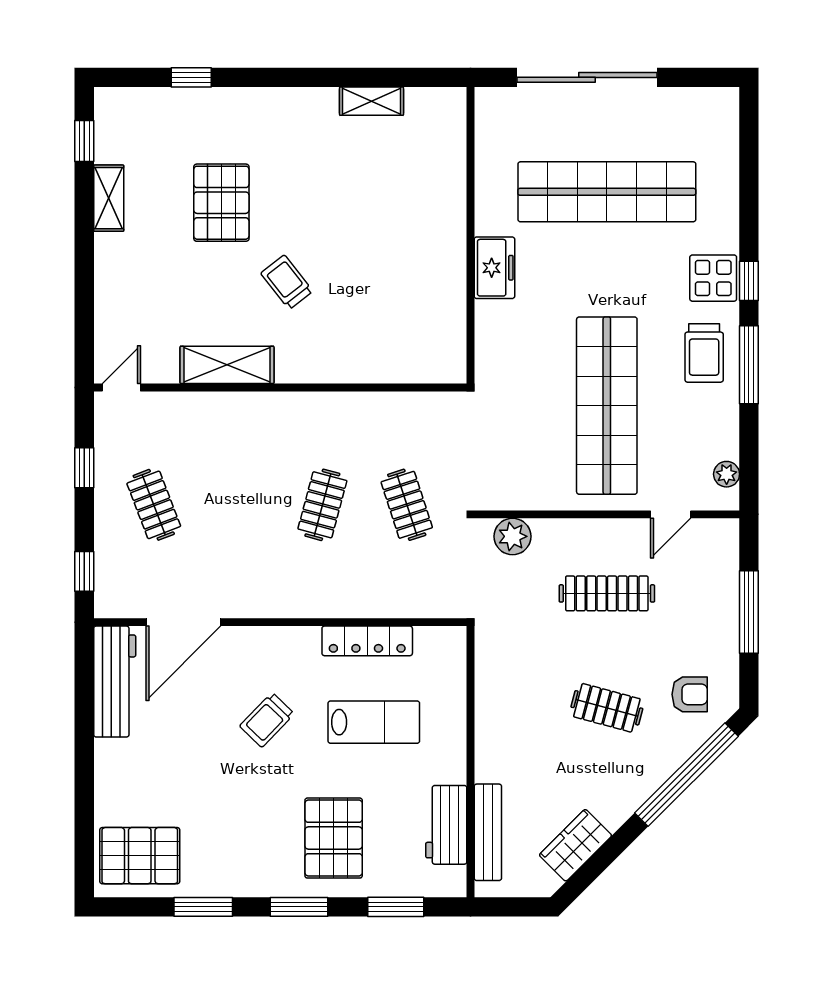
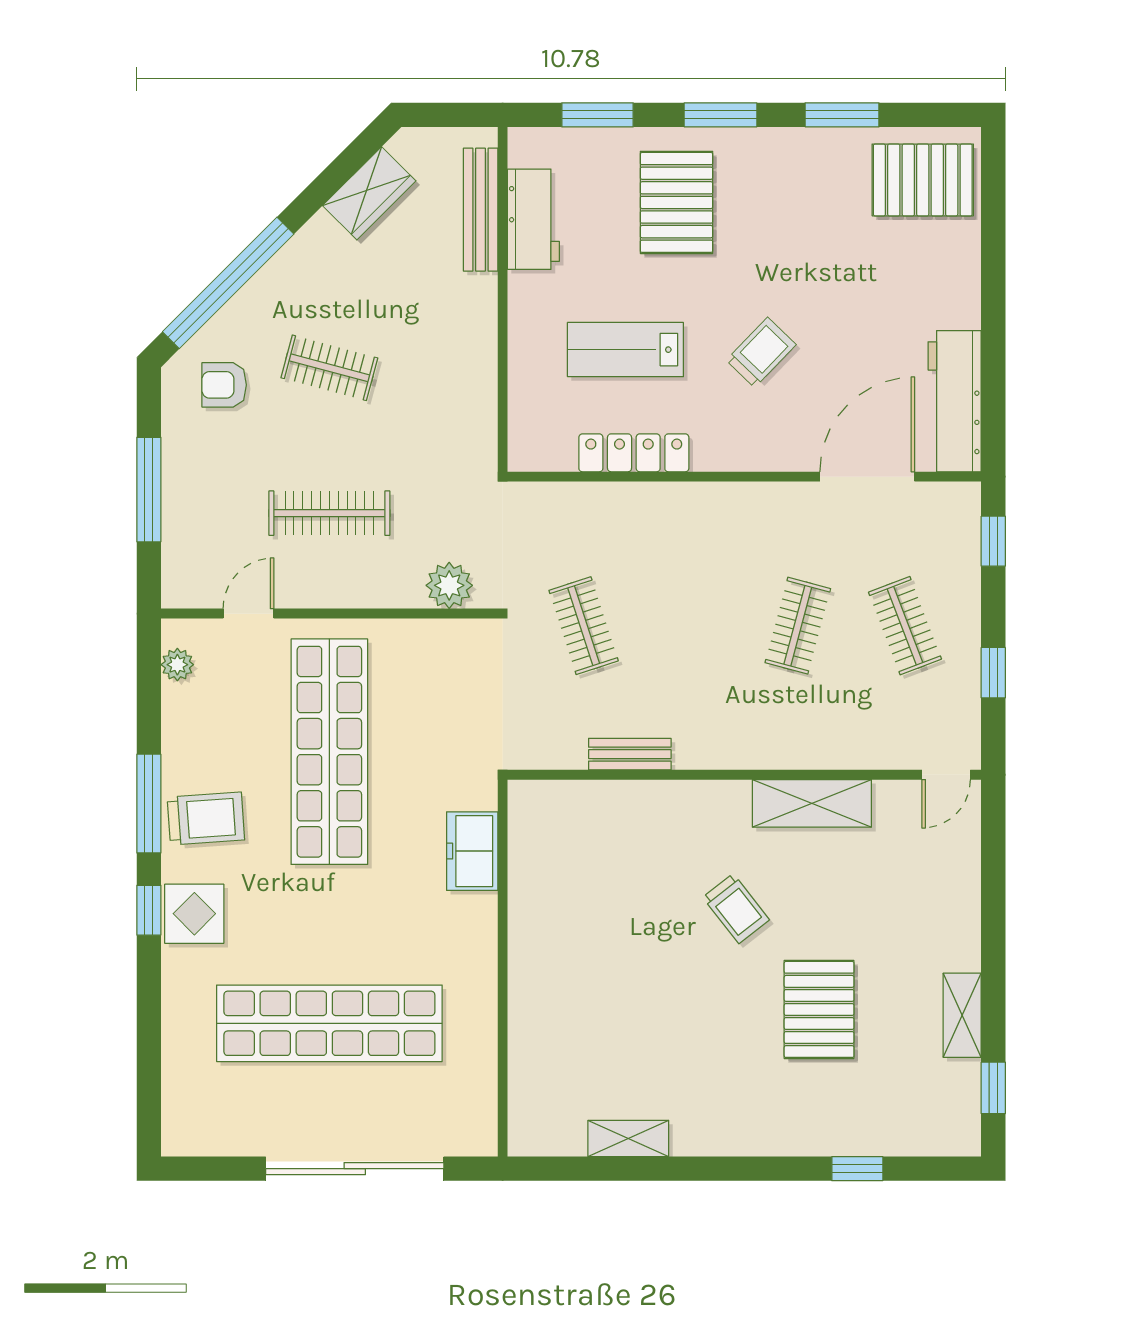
freezer: (494, 268) -> (472, 851), moved
trolley: (704, 353) -> (206, 819), turned 86
bench: (370, 404) -> (630, 754), added
clothes rail: (322, 505) -> (798, 626), moved

